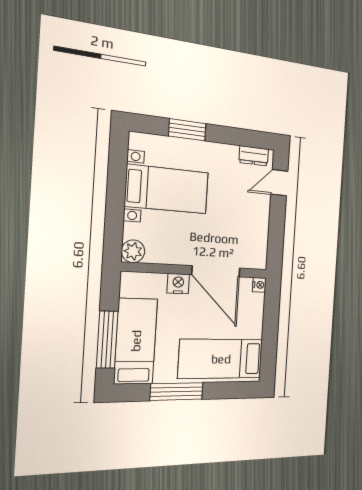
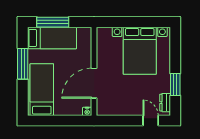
window: (187, 130) -> (175, 85), moved
bed with nightstands: (167, 189) -> (140, 51), width x1.36
plant: (133, 251) -> (103, 33), removed
nightstand: (178, 284) -> (86, 61), removed

